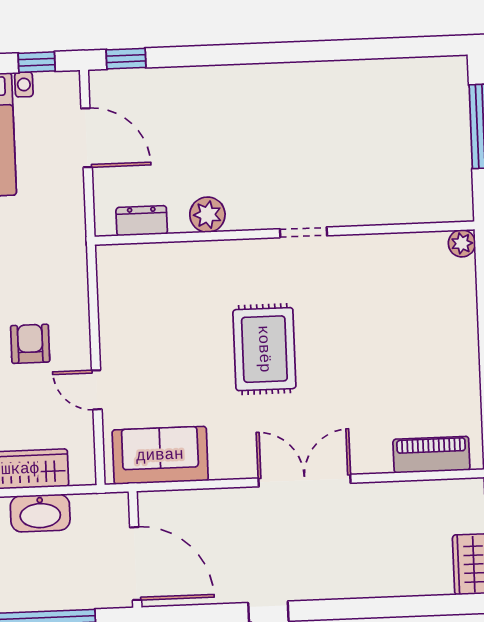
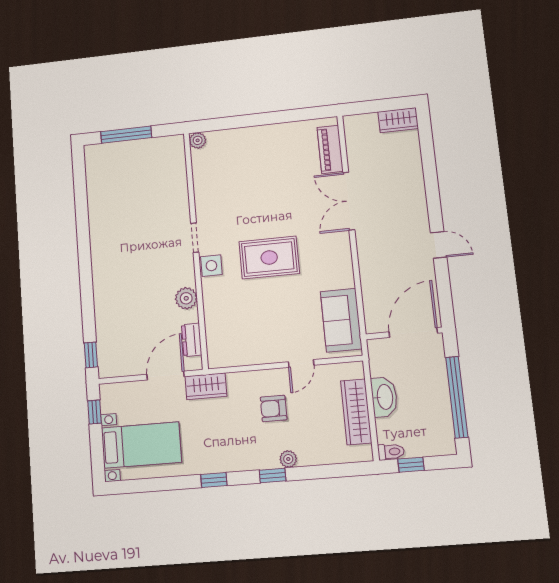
door: (87, 138) -> (166, 375), moved
wardrobe: (69, 240) -> (206, 386), added
side table: (257, 257) -> (211, 266), added
double door: (304, 481) -> (349, 201), moved

